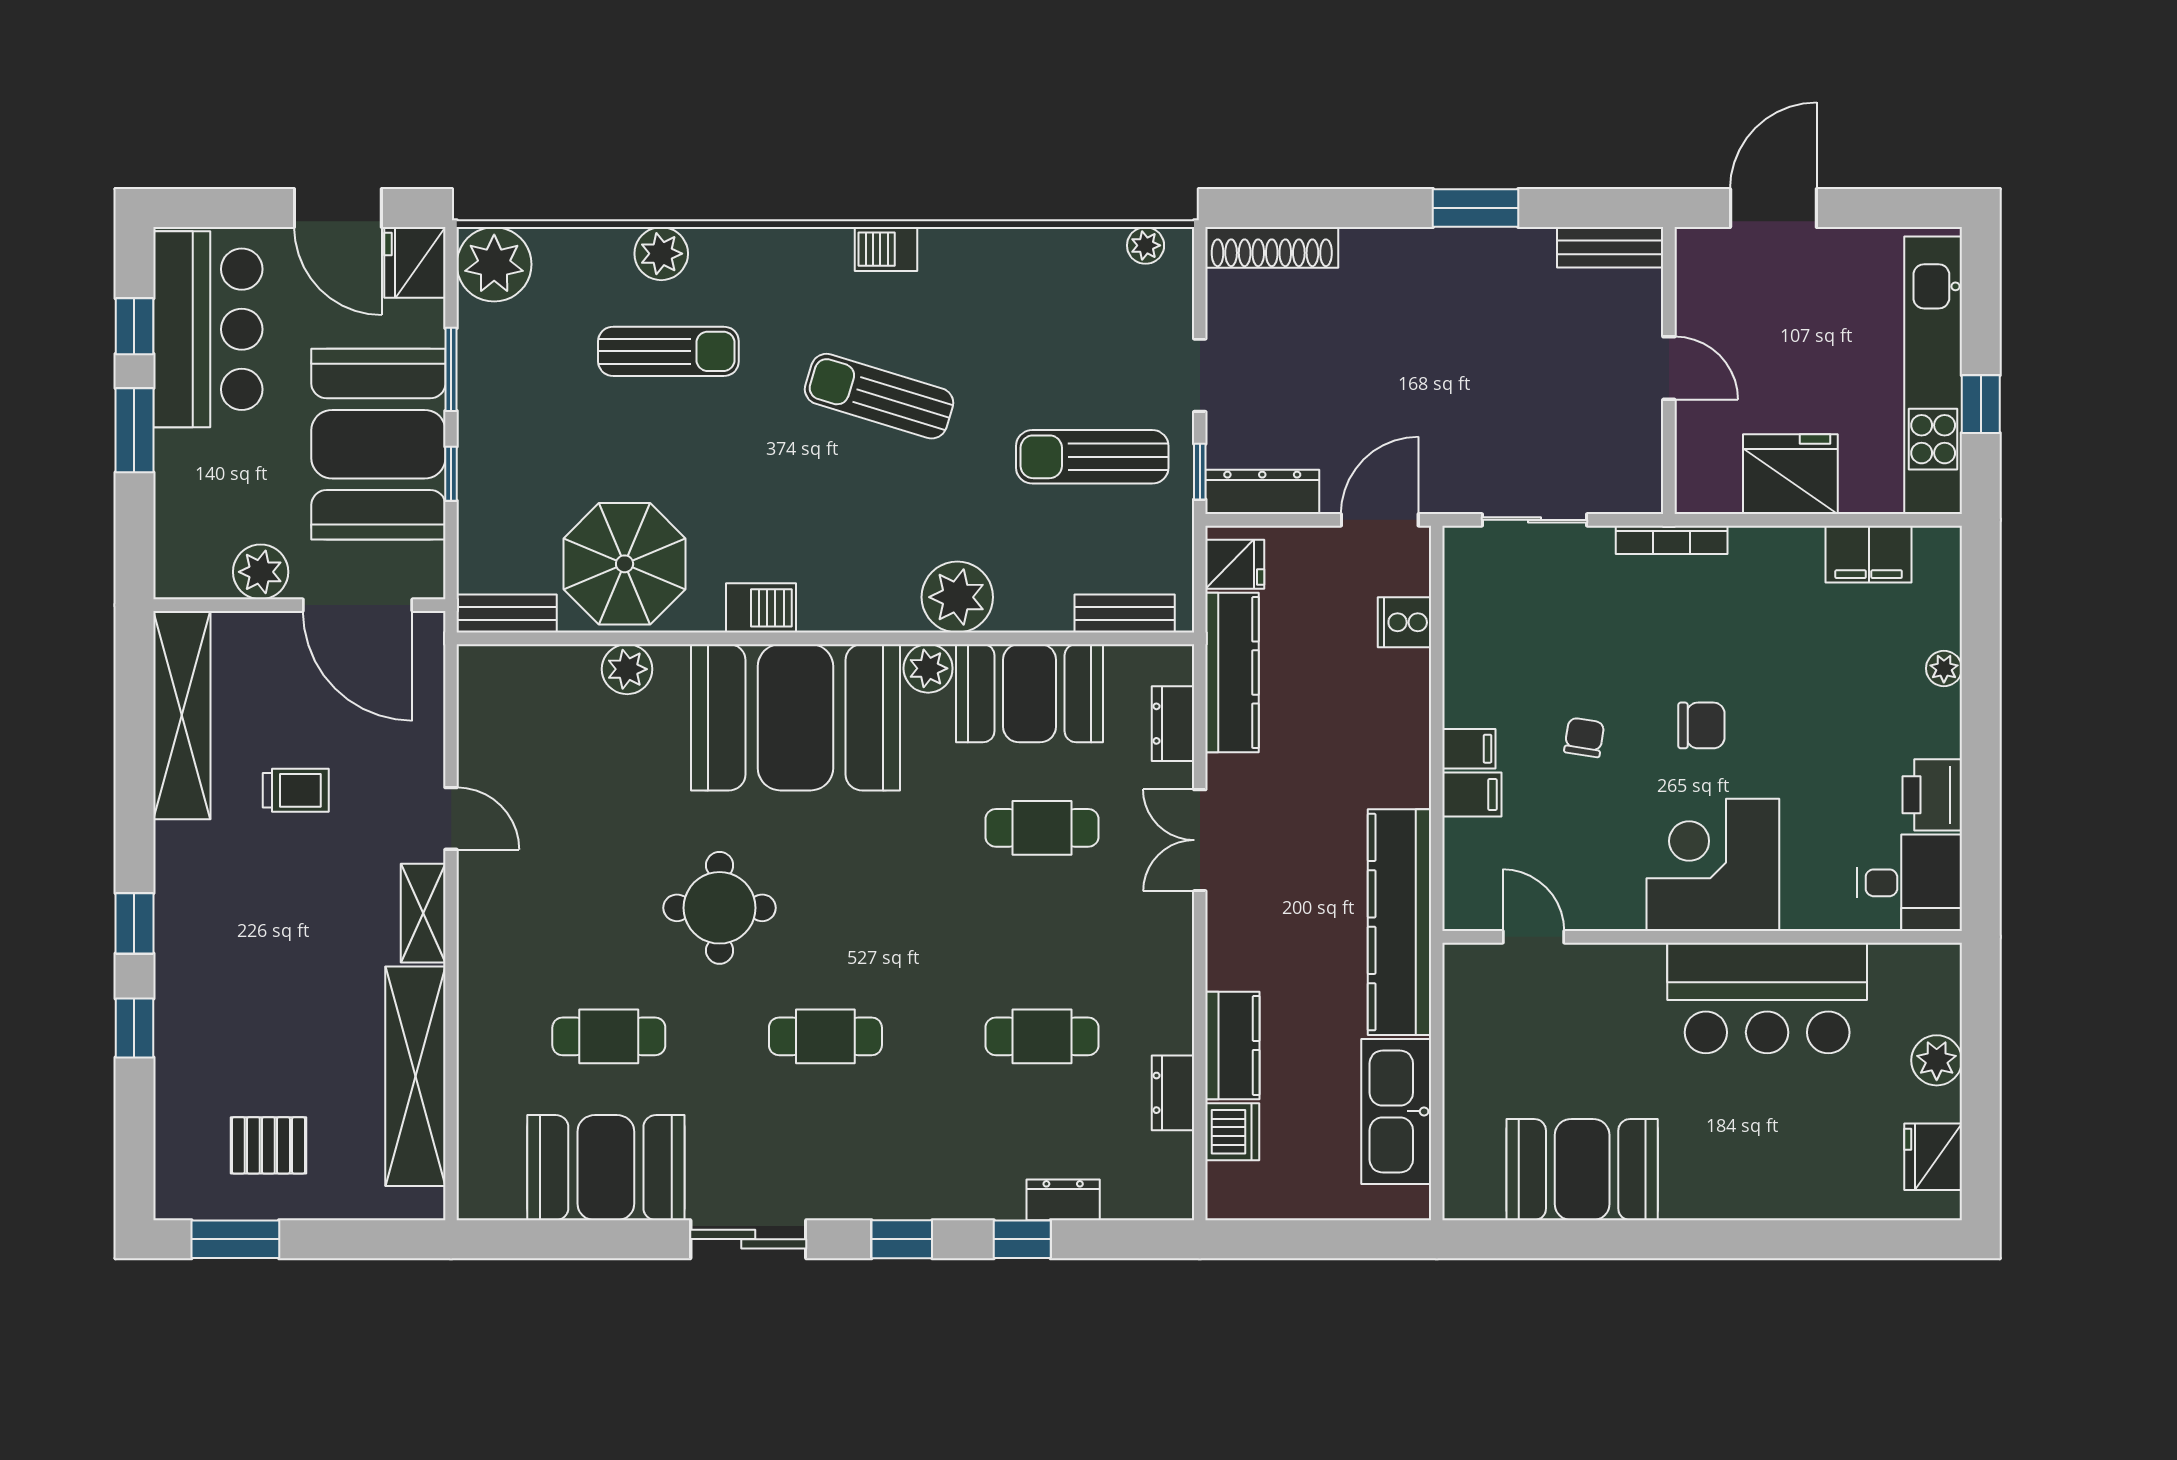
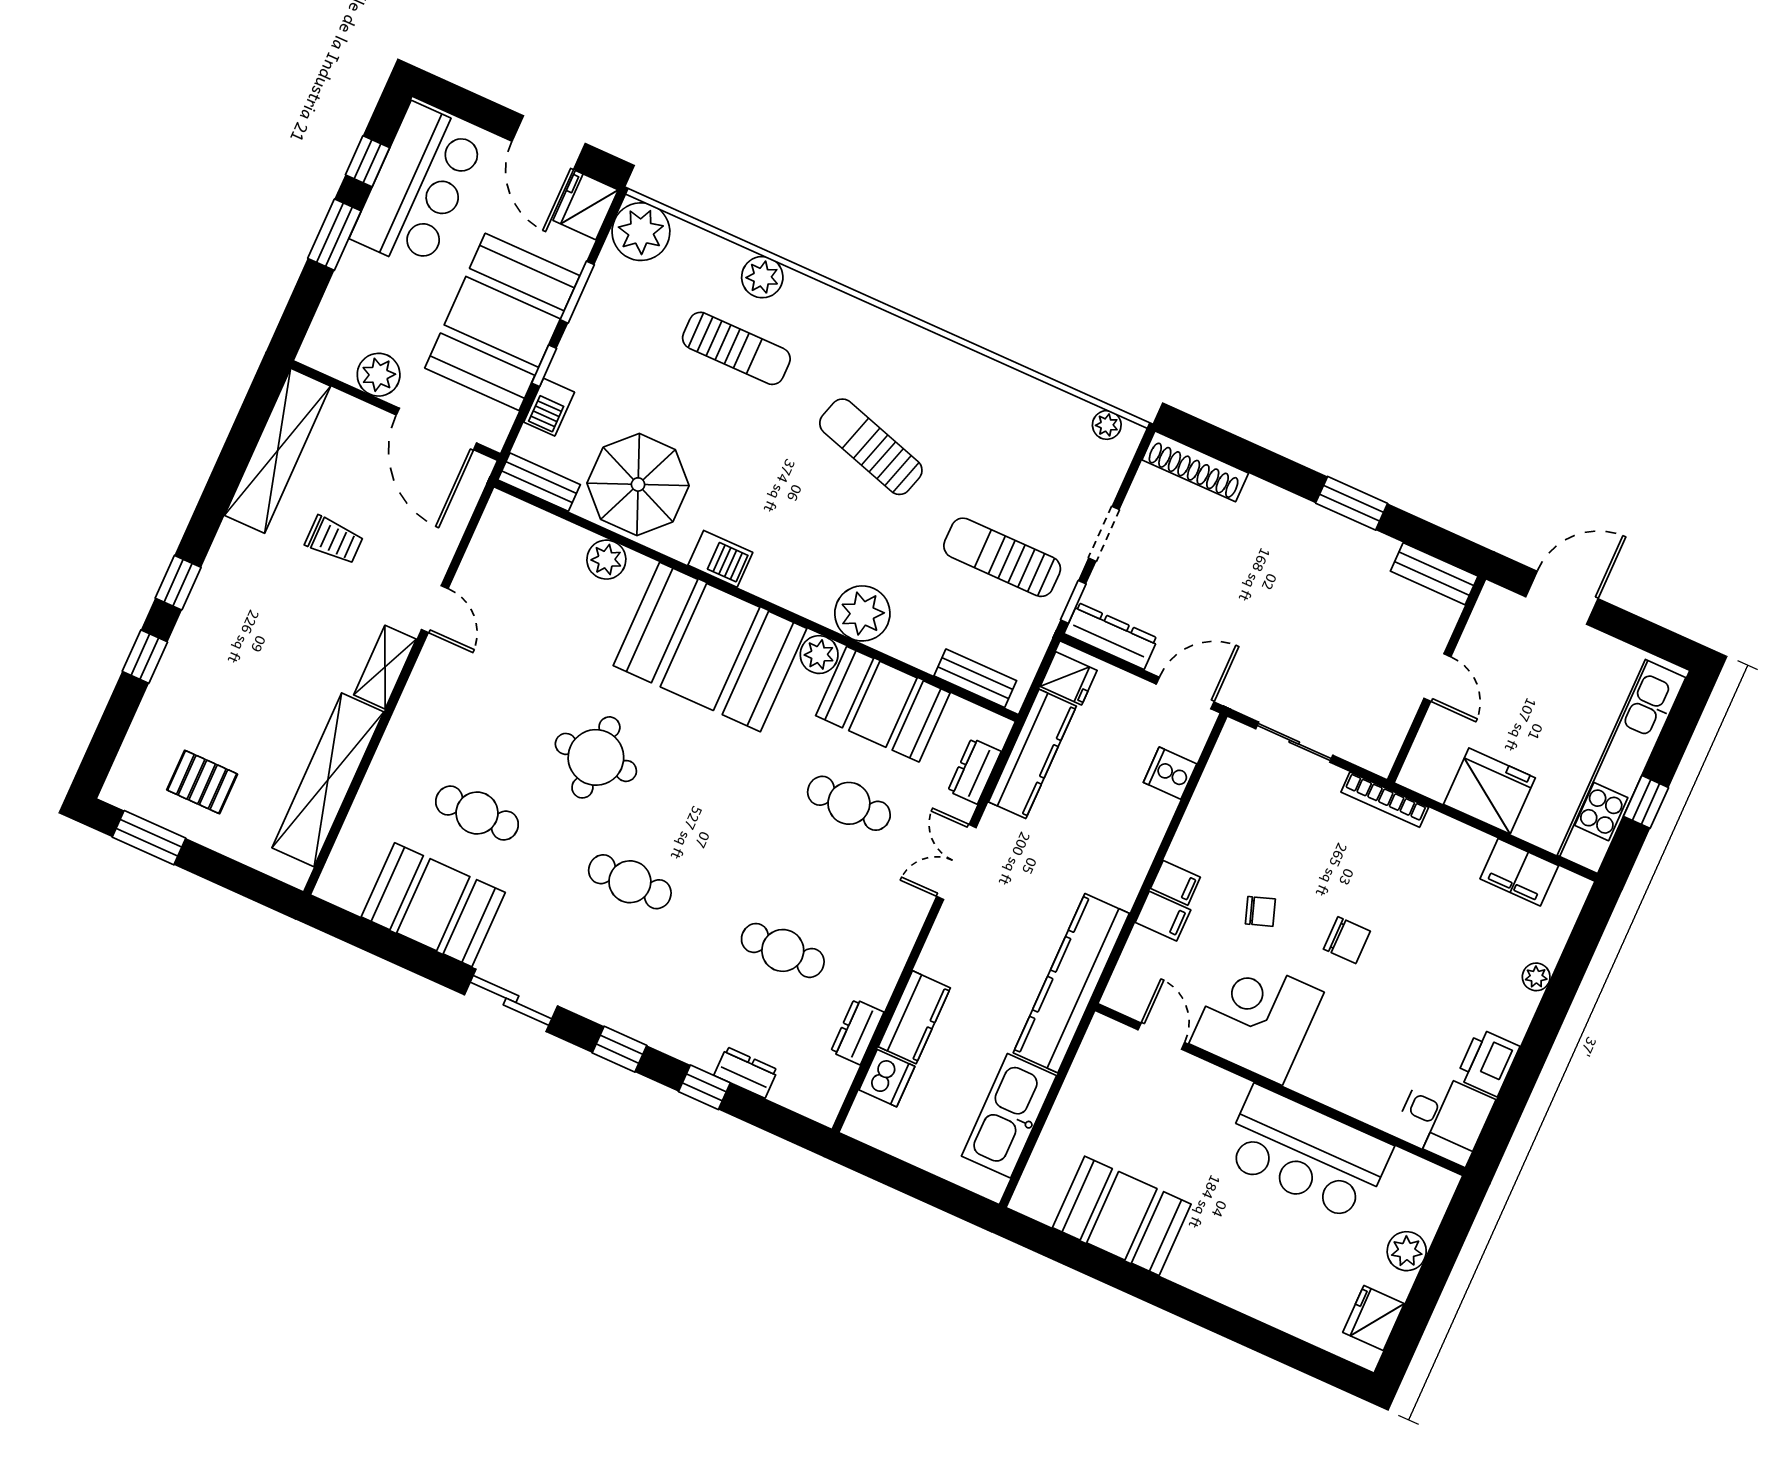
barbecue: (886, 249) -> (549, 407), moved, turned -90
chair: (1584, 737) -> (1260, 911), turned 62
corner desk: (1713, 865) -> (1257, 1018), moved

